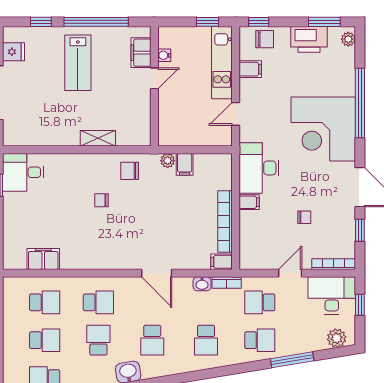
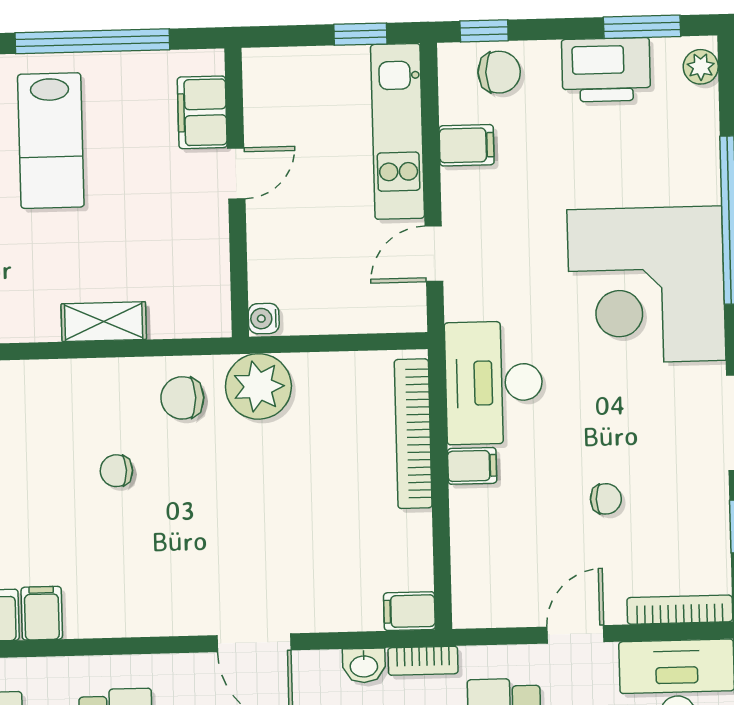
water cooler: (164, 55) -> (264, 319), moved
plant: (168, 161) -> (258, 386), width x1.88, depth x1.88
filing cabinet: (185, 164) -> (42, 613), moved, turned 180
bookcase: (225, 222) -> (413, 434), moved

